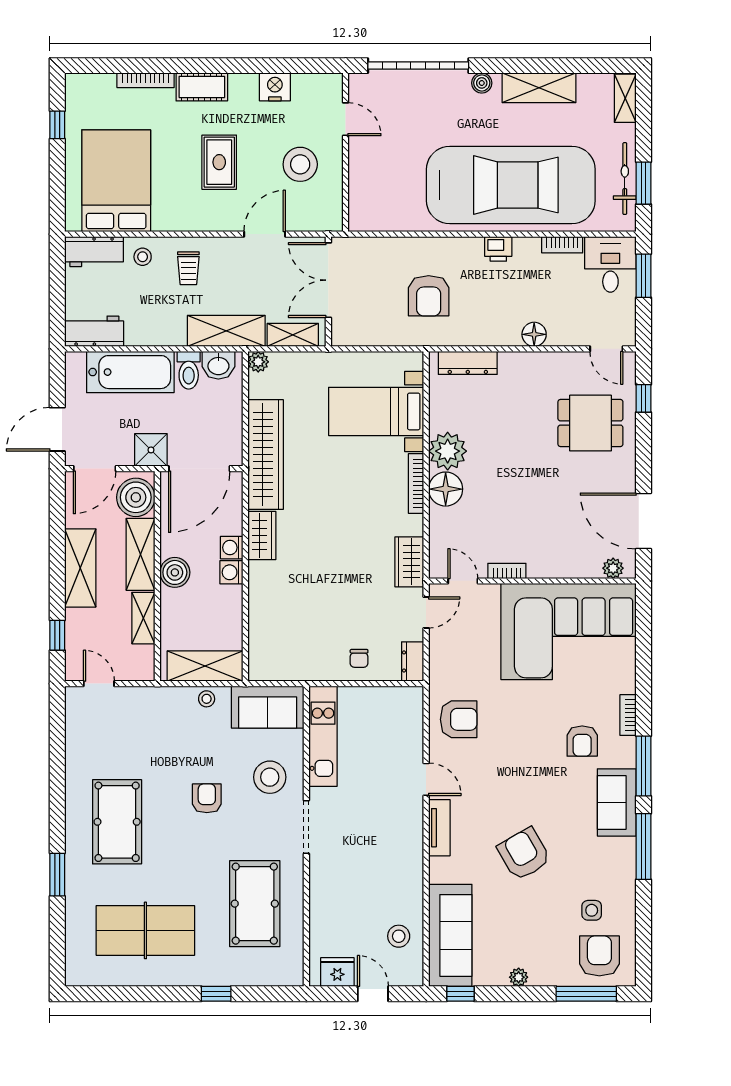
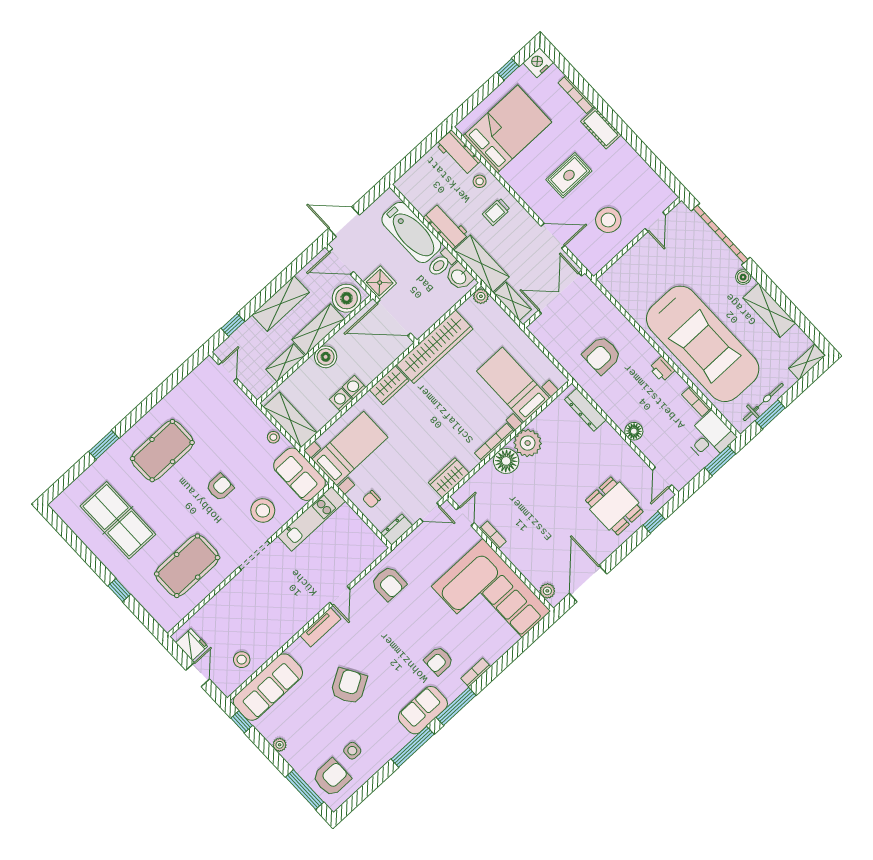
nightstand: (275, 87) -> (538, 63), moved, turned -90
workbench: (94, 331) -> (446, 226), moved
washing machine: (232, 548) -> (341, 400), moved
bed with nightstands: (289, 633) -> (350, 448), added

